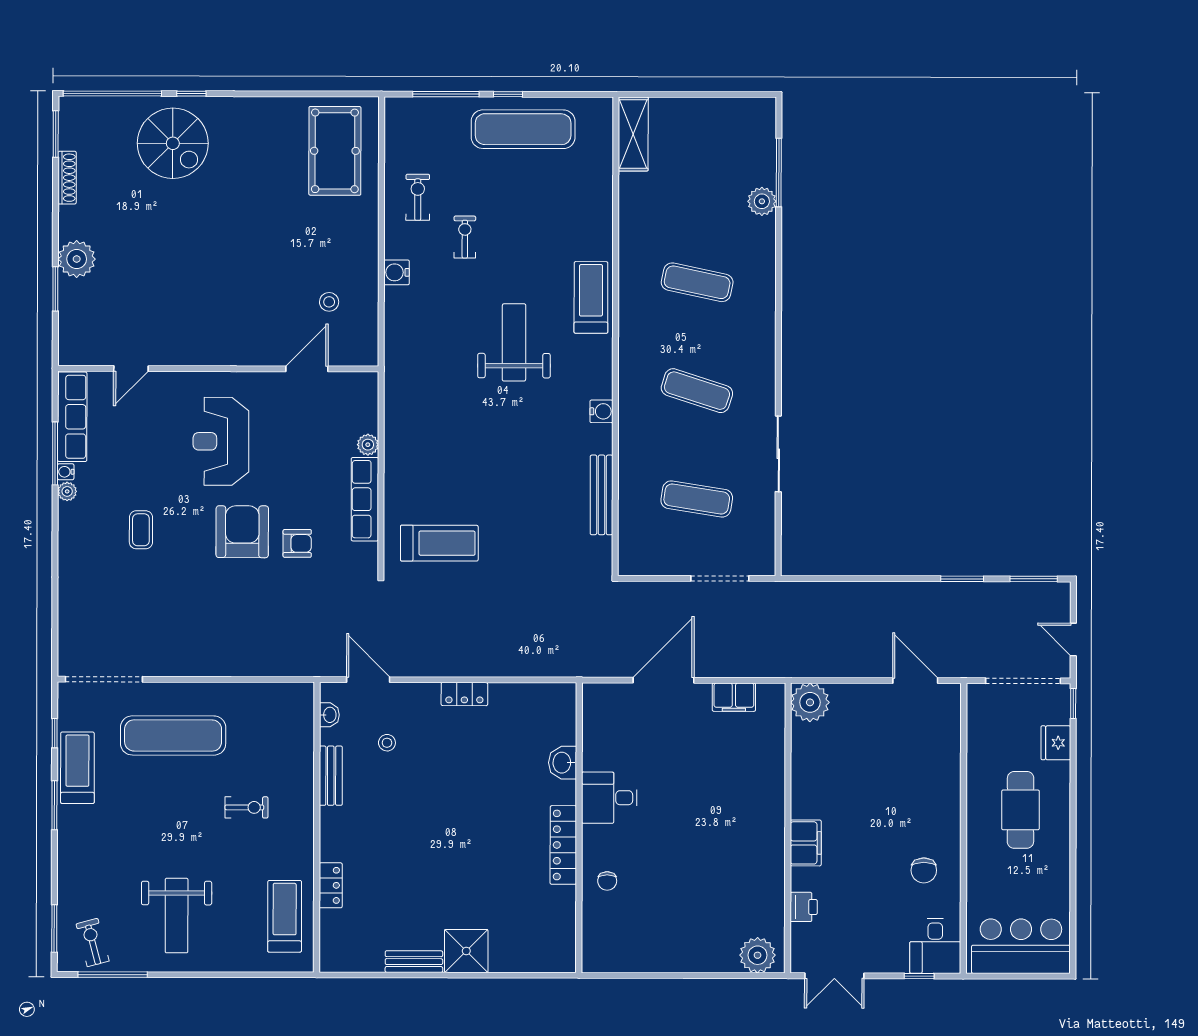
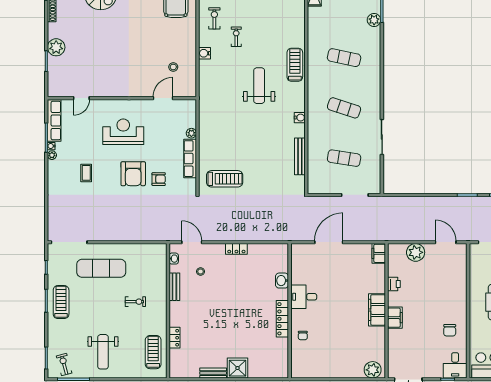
reception desk: (221, 441) -> (123, 132), turned 90
armchair: (242, 532) -> (133, 174), turned 180
filing cabinet: (734, 697) -> (379, 253), moved, turned 90
plant: (810, 702) -> (416, 252), moved
treadmill: (77, 768) -> (61, 302), moved
filing cabinet: (767, 826) -> (377, 310), added
printer: (804, 907) -> (394, 284), moved

